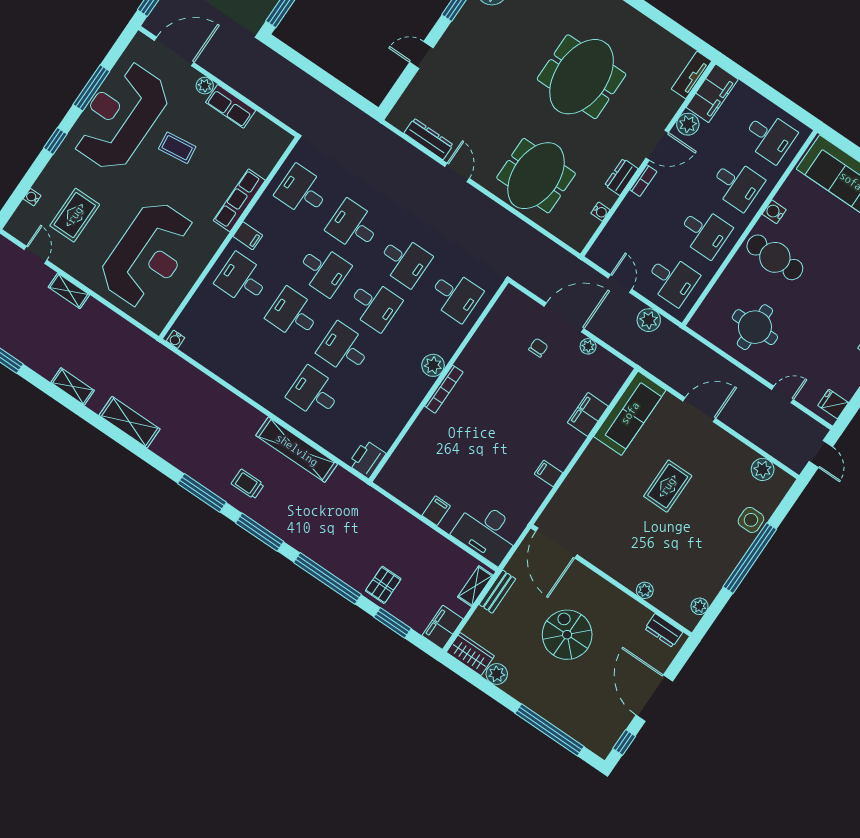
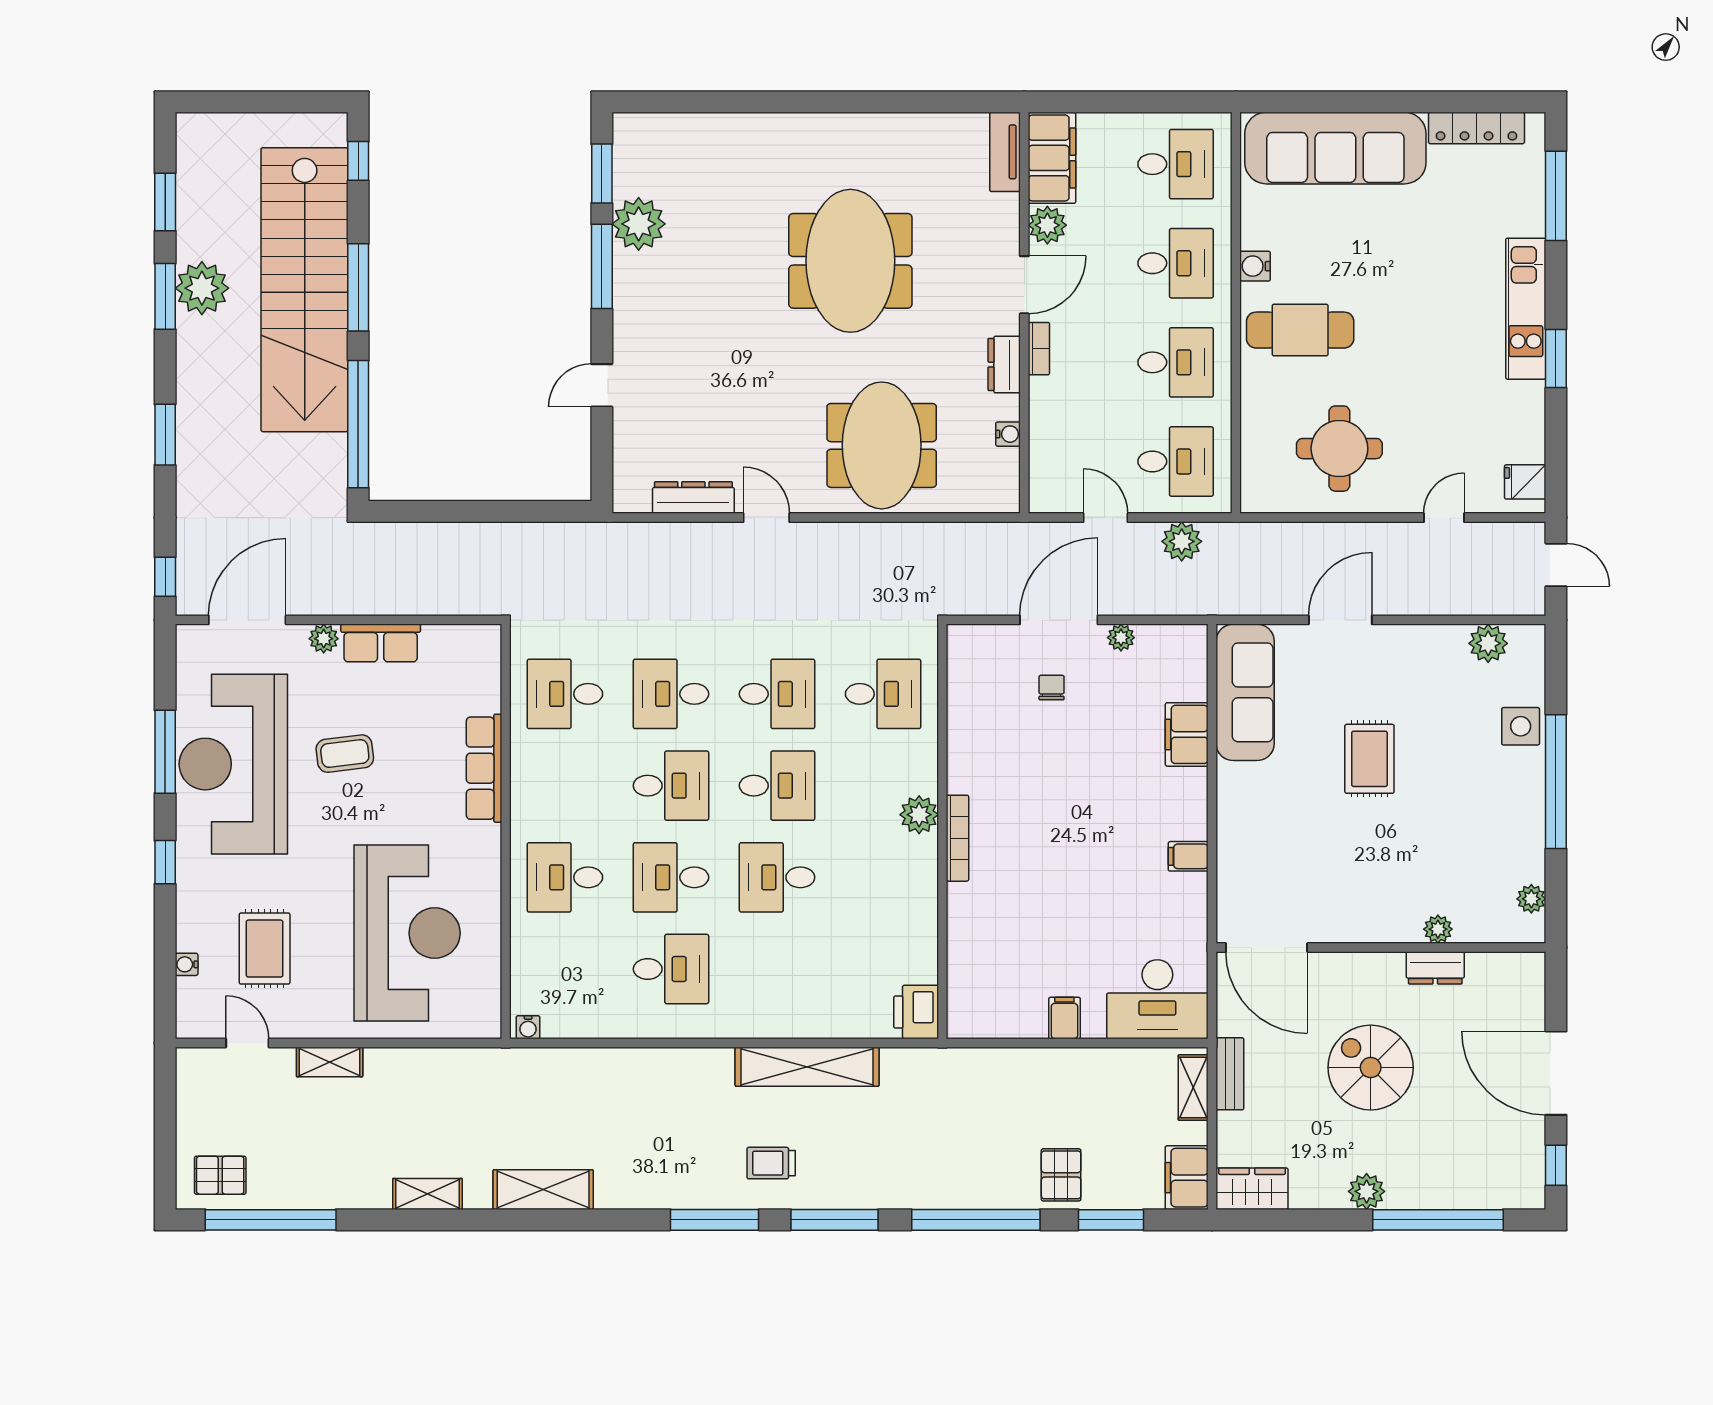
filing cabinet: (248, 236) -> (530, 810), removed
desk: (314, 393) -> (671, 969), moved, turned 180
dresser: (664, 630) -> (1435, 968), moved
plant: (497, 674) -> (1367, 1191), moved

